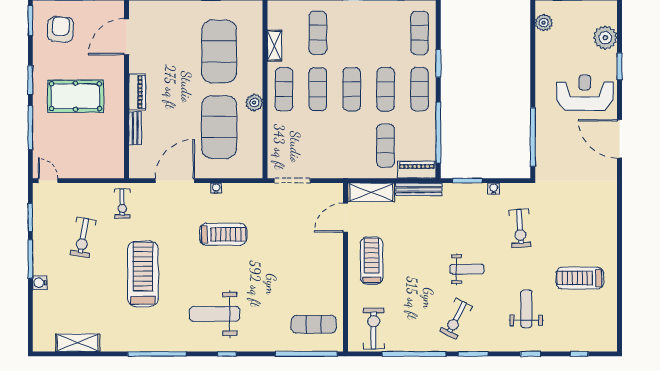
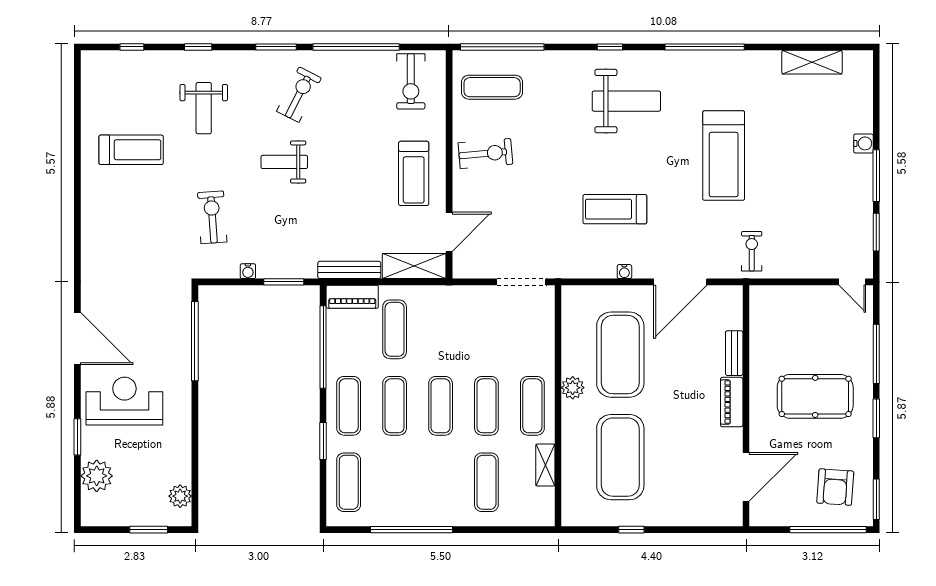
reception desk: (585, 93) -> (124, 401), turned 180
exercise bike: (83, 237) -> (485, 154), moved, turned 75

